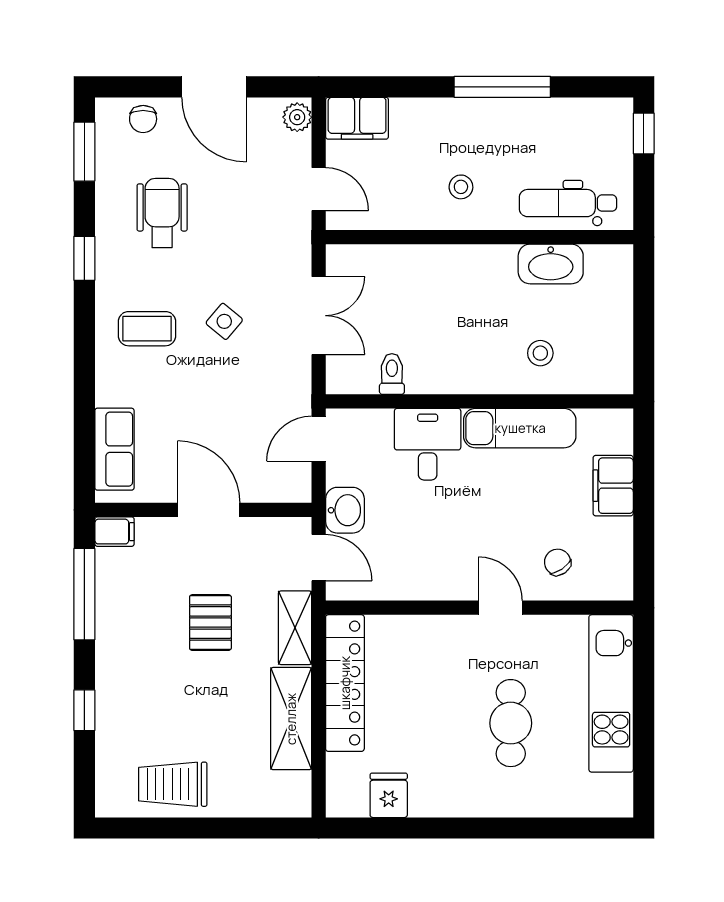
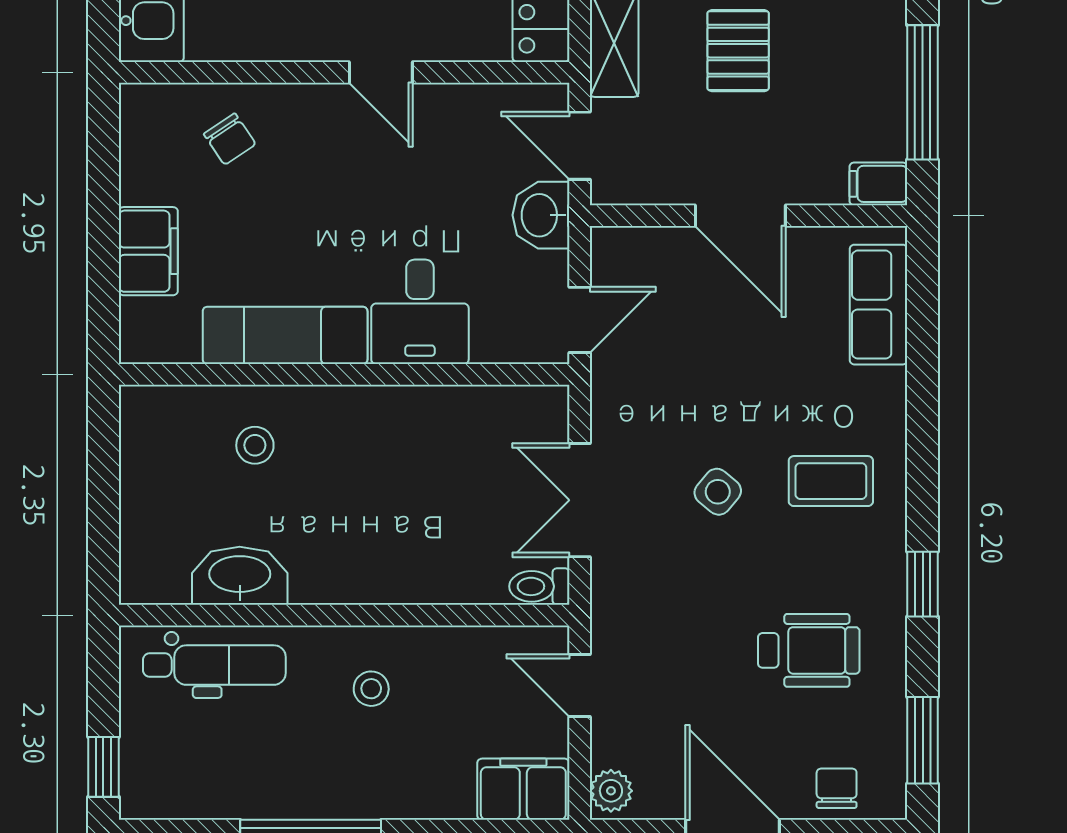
wheelchair: (162, 213) -> (809, 650), turned -90
toilet: (392, 374) -> (539, 586), moved, turned 90
door: (500, 608) -> (381, 72), moved

